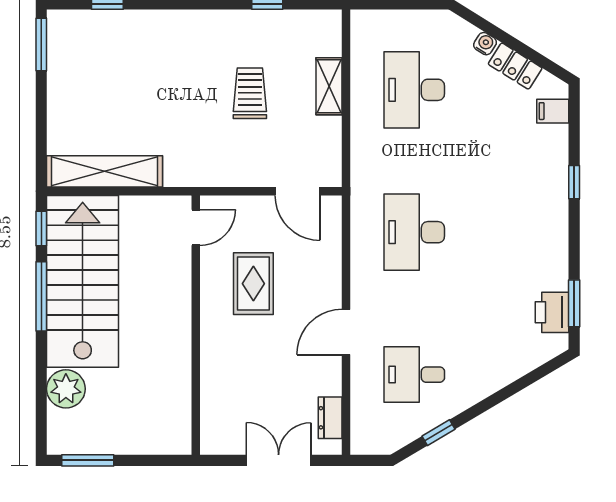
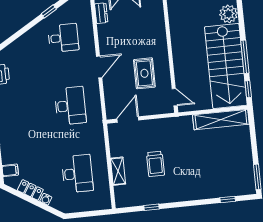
door: (298, 191) -> (128, 120), hinge flipped
door: (196, 228) -> (175, 97), swing flipped
door: (346, 332) -> (99, 67), moved

